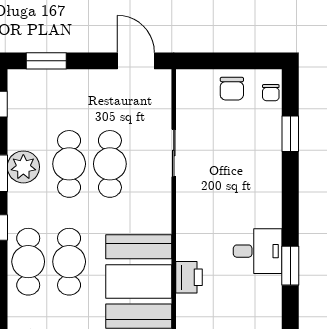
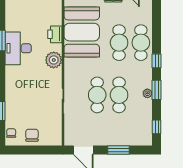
window: (46, 61) -> (119, 150), moved
plant: (23, 167) -> (147, 93), width x0.53, depth x0.53
plant: (191, 229) -> (54, 60), added
desk: (258, 251) -> (18, 48), width x1.37

